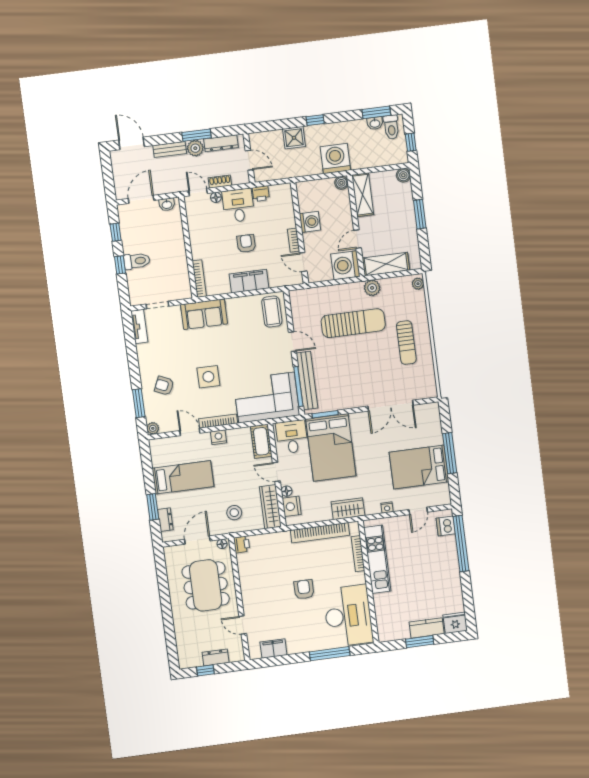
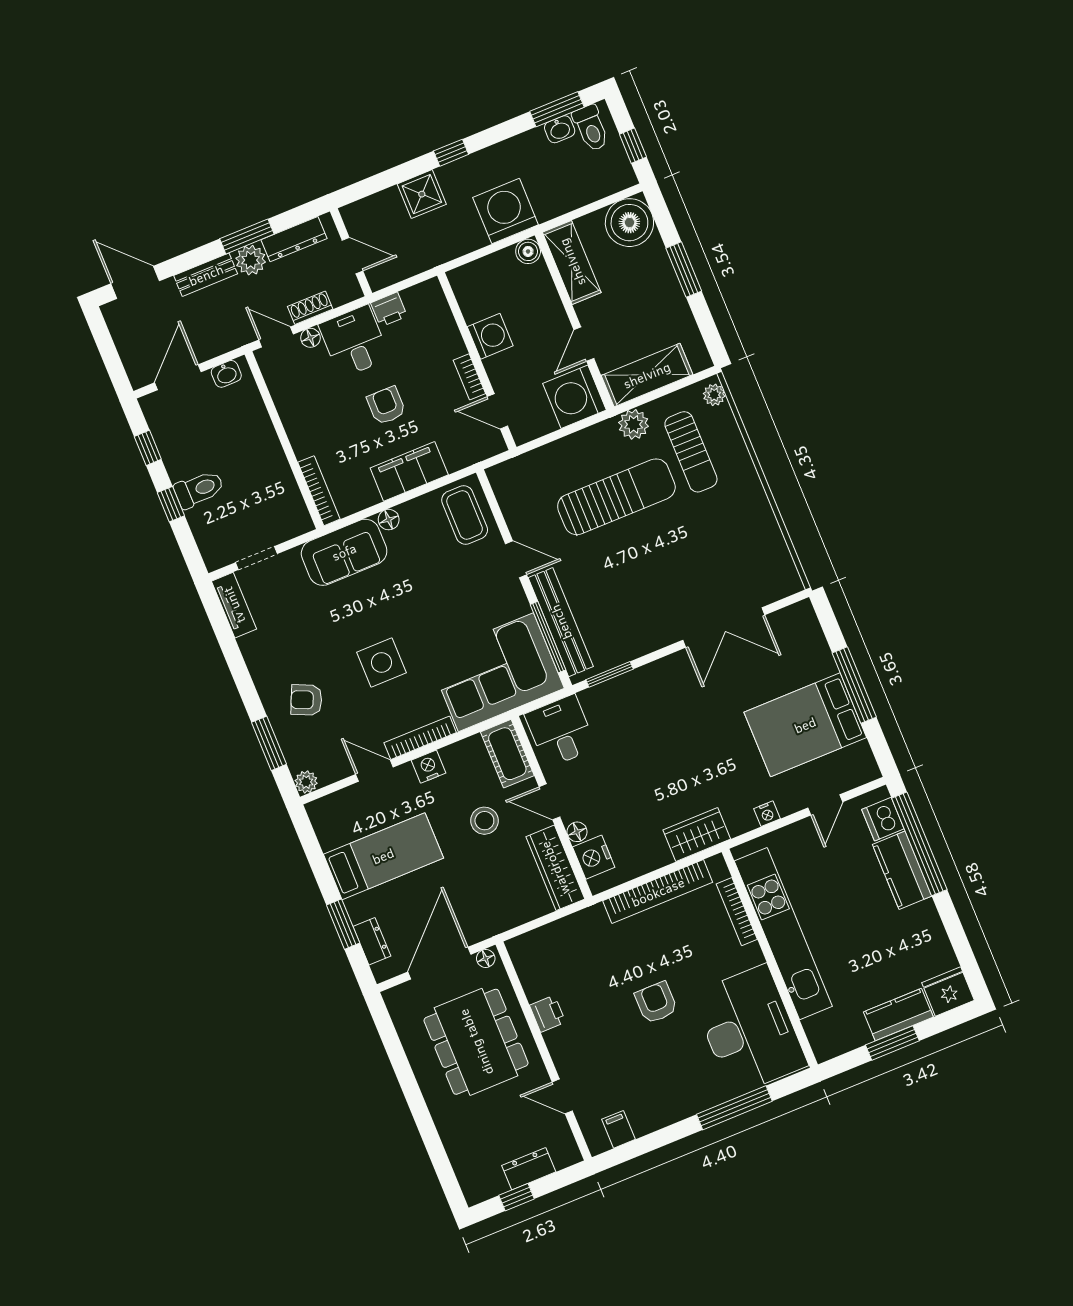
boiler: (403, 175) -> (629, 223), width x1.86, depth x1.86
floor lamp: (232, 303) -> (389, 520), added
sun lounger: (406, 343) -> (691, 452), moved
bed: (331, 447) -> (636, 732), removed
stool: (234, 513) -> (484, 821), moved
door: (197, 540) -> (439, 963), width x1.36
printer: (242, 544) -> (548, 1014), moved
kitchen counter: (448, 555) -> (902, 870), added
kitchen unit: (377, 559) -> (783, 934), width x1.36
filing cabinet: (273, 648) -> (618, 1129), width x0.50

